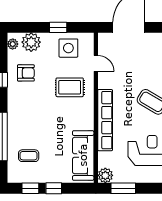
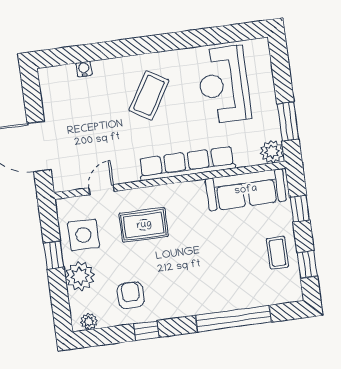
plant: (31, 42) -> (80, 276), moved
rug: (70, 87) -> (144, 225), turned 90
coffee table: (29, 156) -> (278, 253), moved
window: (54, 188) -> (300, 209), moved

